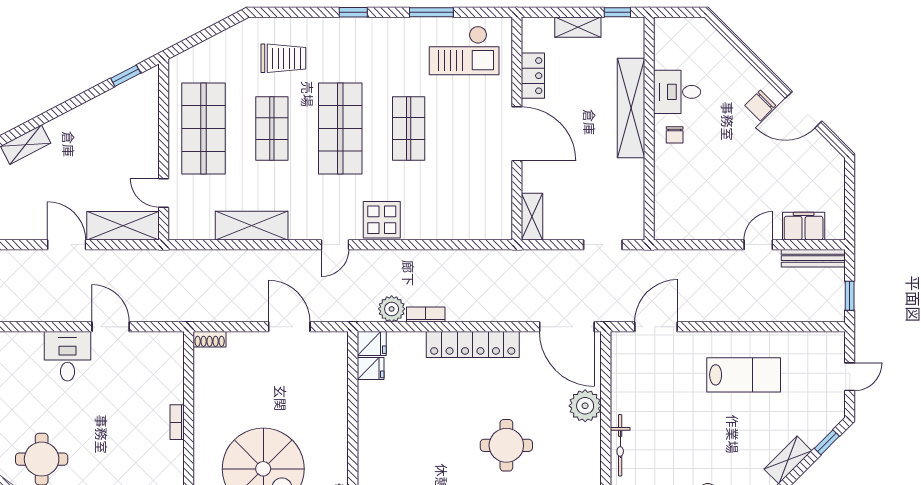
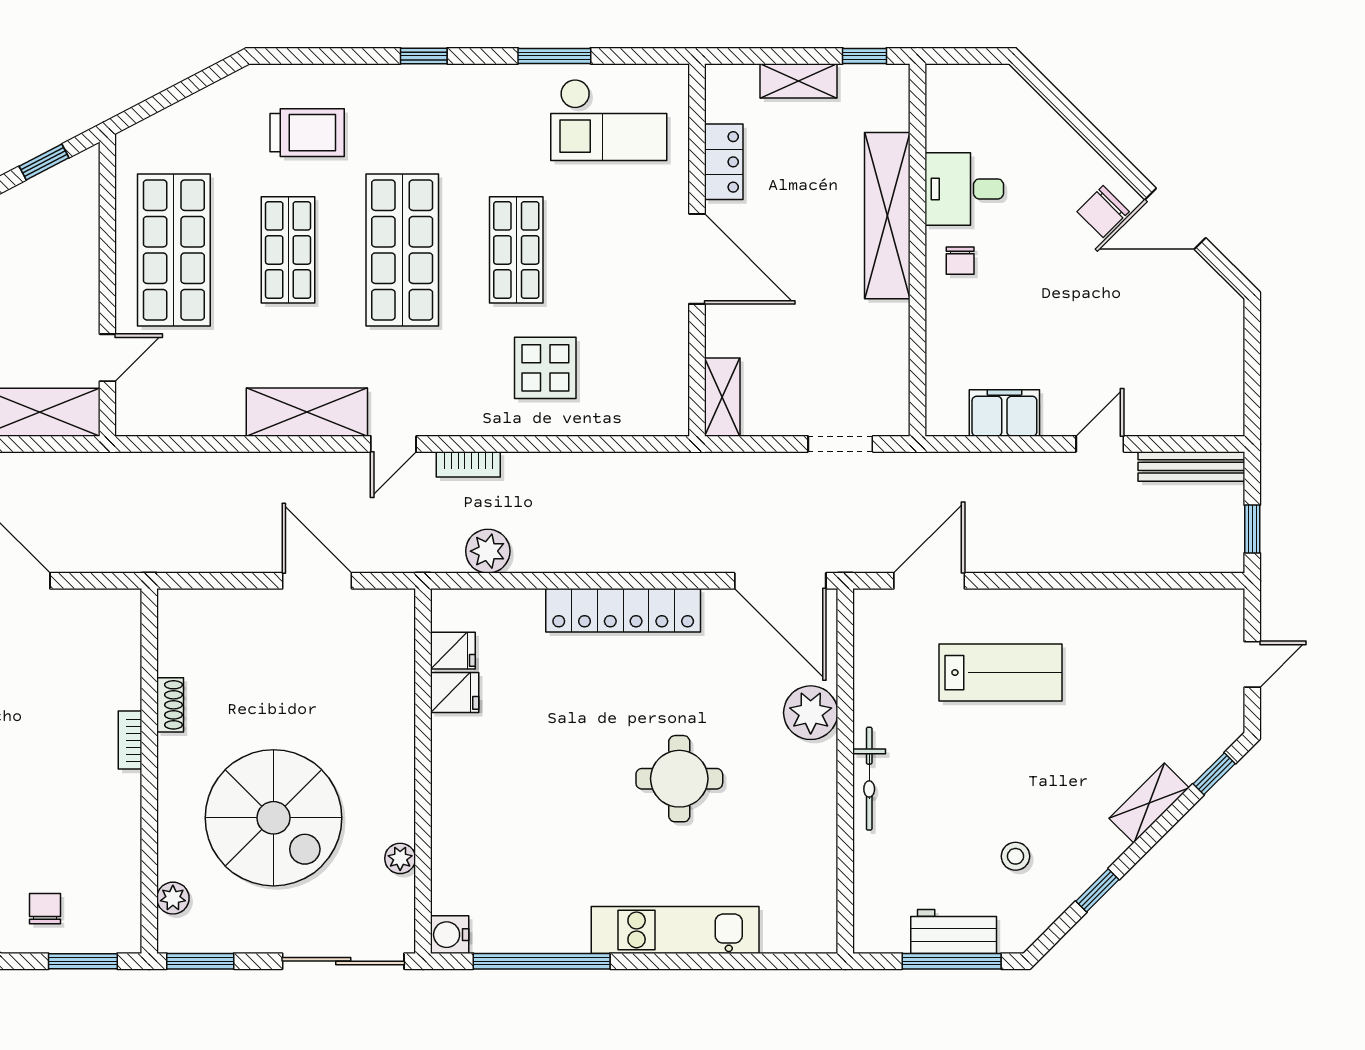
door: (164, 193) -> (107, 358), swing flipped
display table: (382, 220) -> (545, 368), moved
shelving: (252, 226) -> (307, 412), moved
filing cabinet: (804, 226) -> (1004, 413), moved
bookcase: (426, 315) -> (468, 464), moved, turned 180
shoe rack: (210, 339) -> (170, 705), moved, turned -90
fridge: (372, 344) -> (455, 692), moved
lab bench: (744, 375) -> (1000, 673), moved

